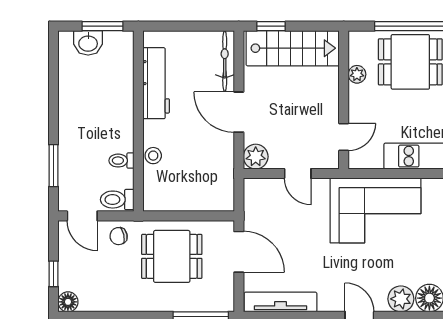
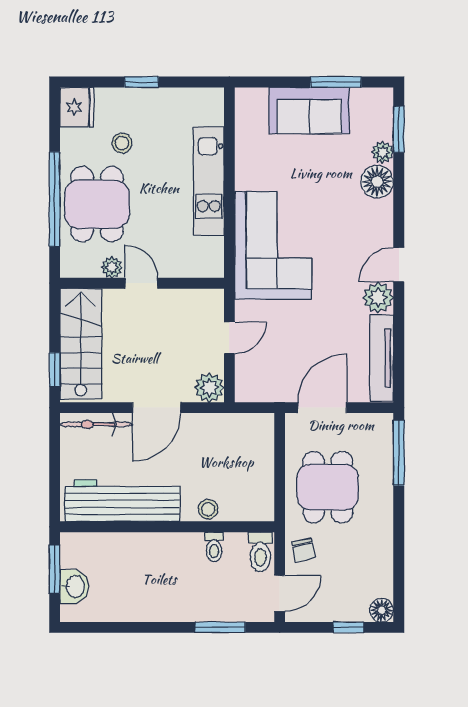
workbench: (156, 83) -> (122, 501), width x1.36, depth x1.32
door: (344, 137) -> (141, 283), moved
plant: (401, 299) -> (378, 298), moved

